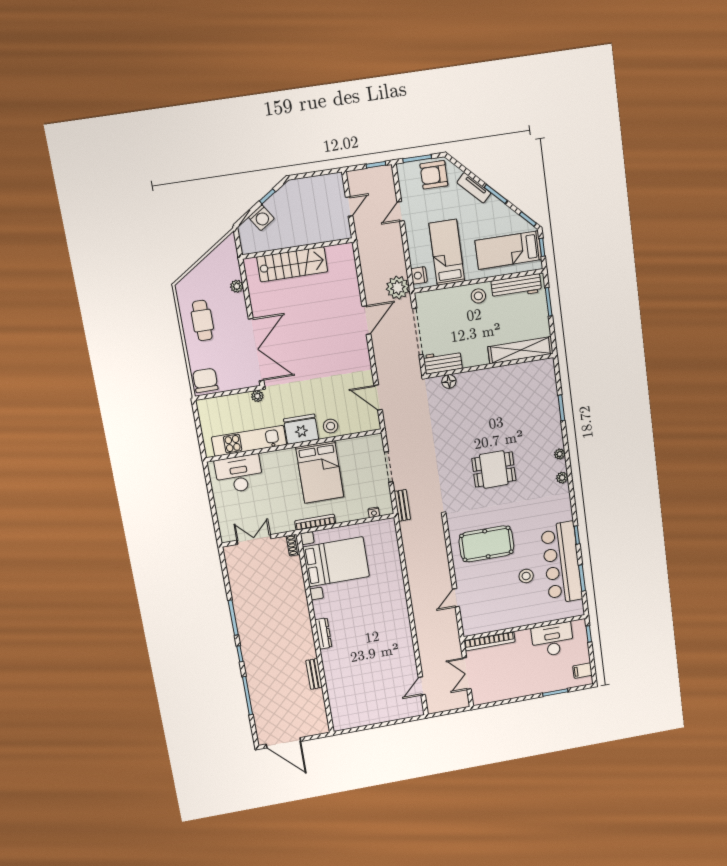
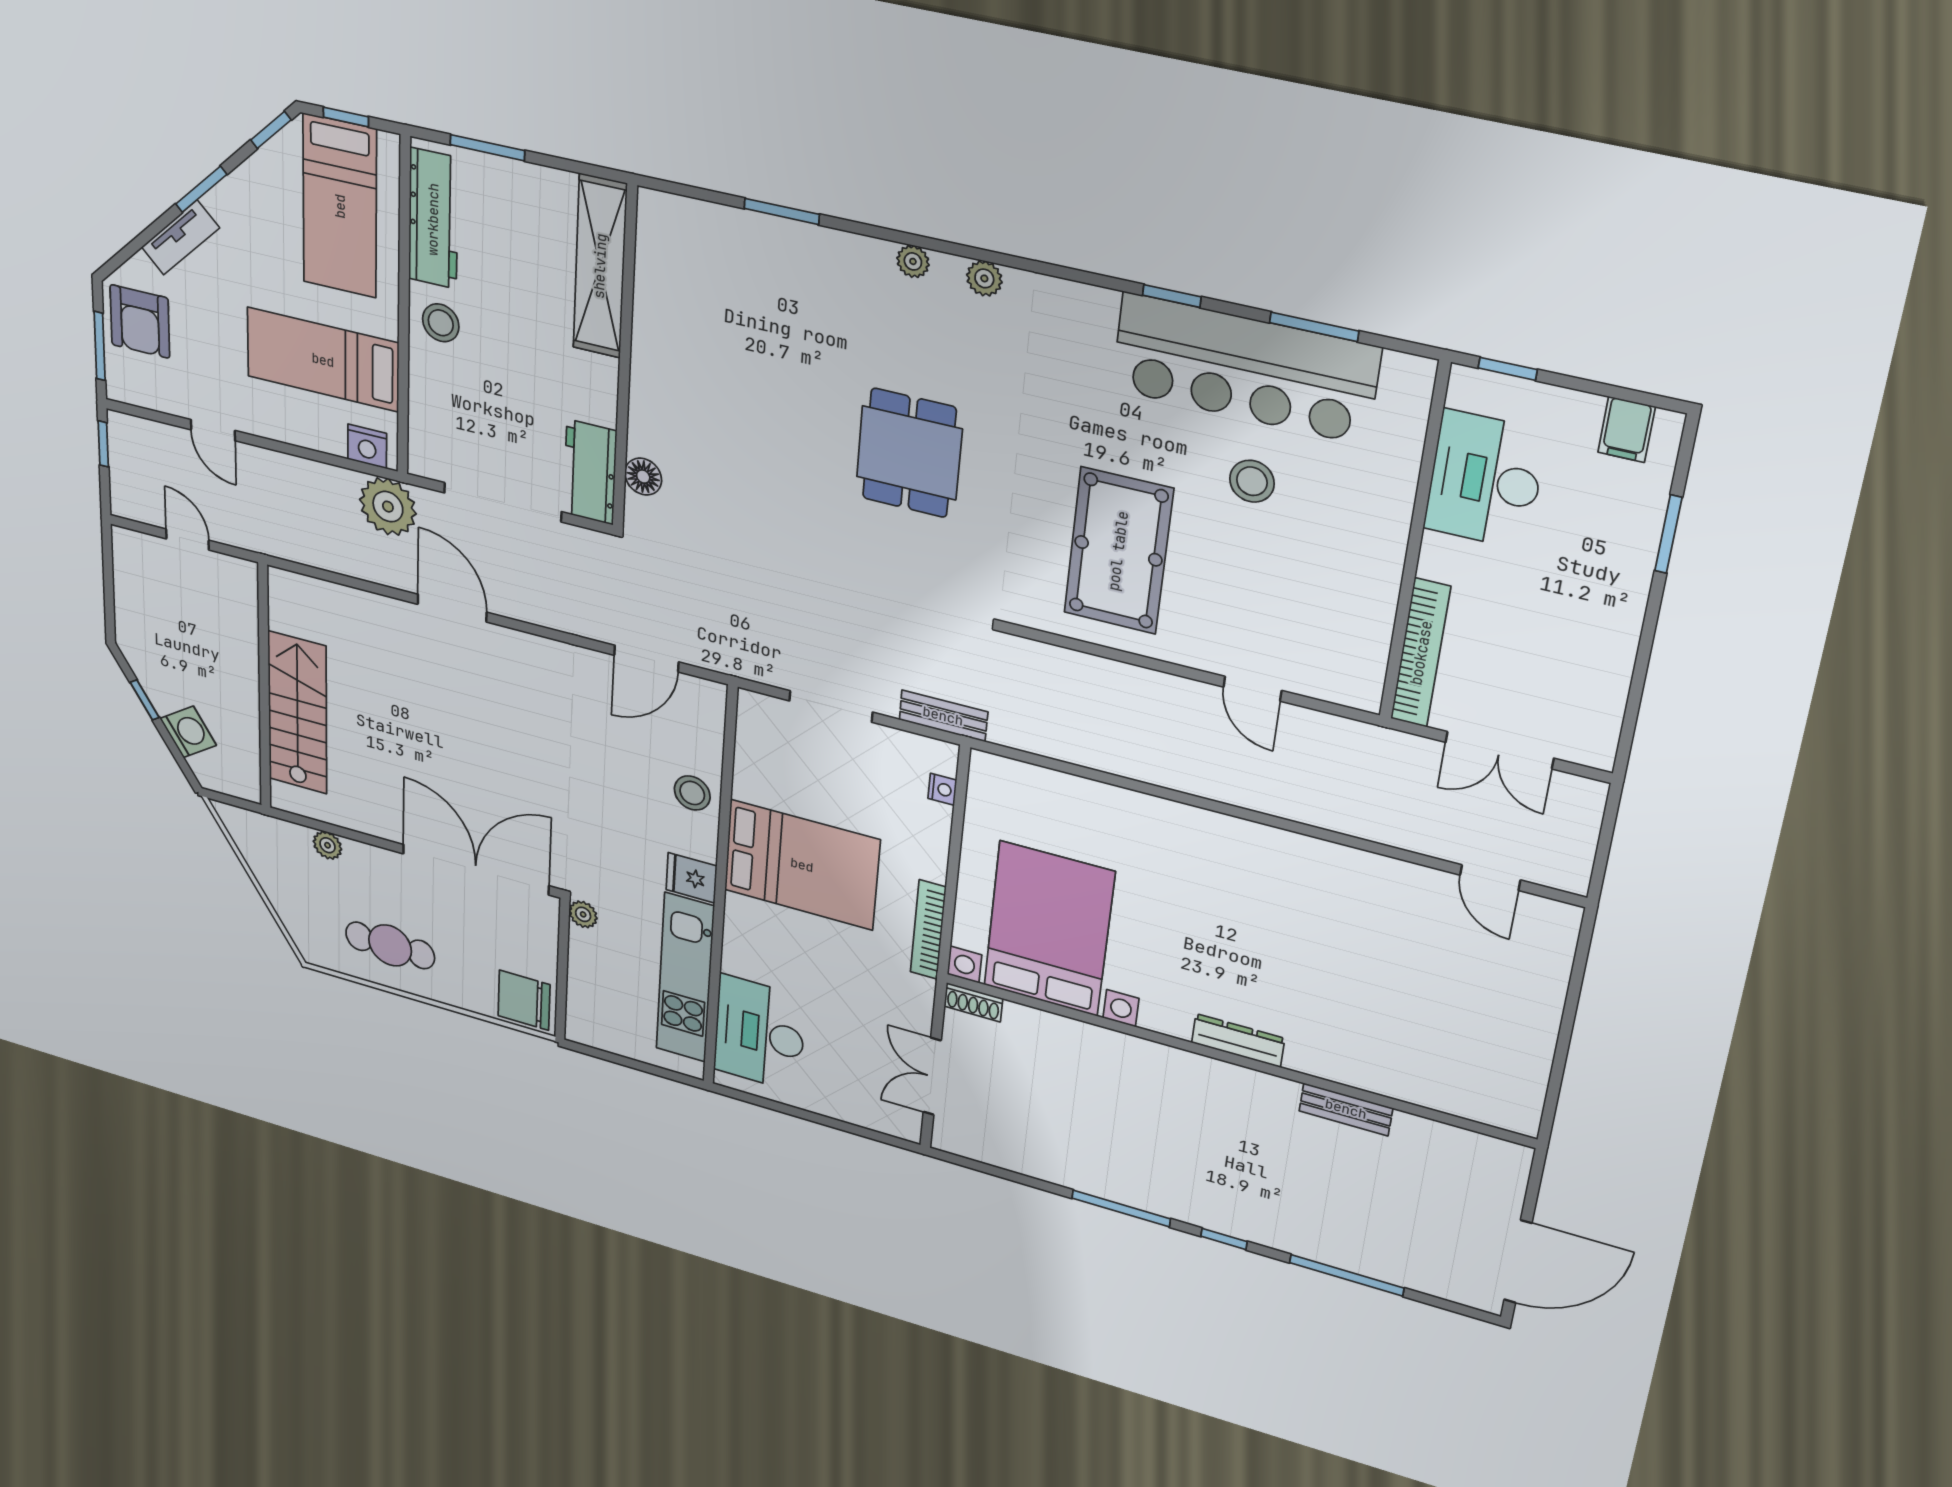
fridge: (301, 429) -> (691, 878), width x0.53, depth x0.75

